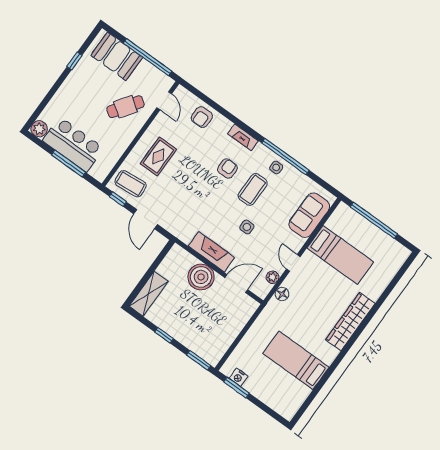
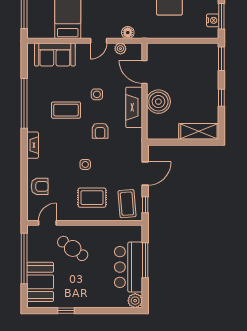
side table: (276, 167) -> (85, 164), moved
armchair: (227, 169) -> (100, 131), moved, turned -90

